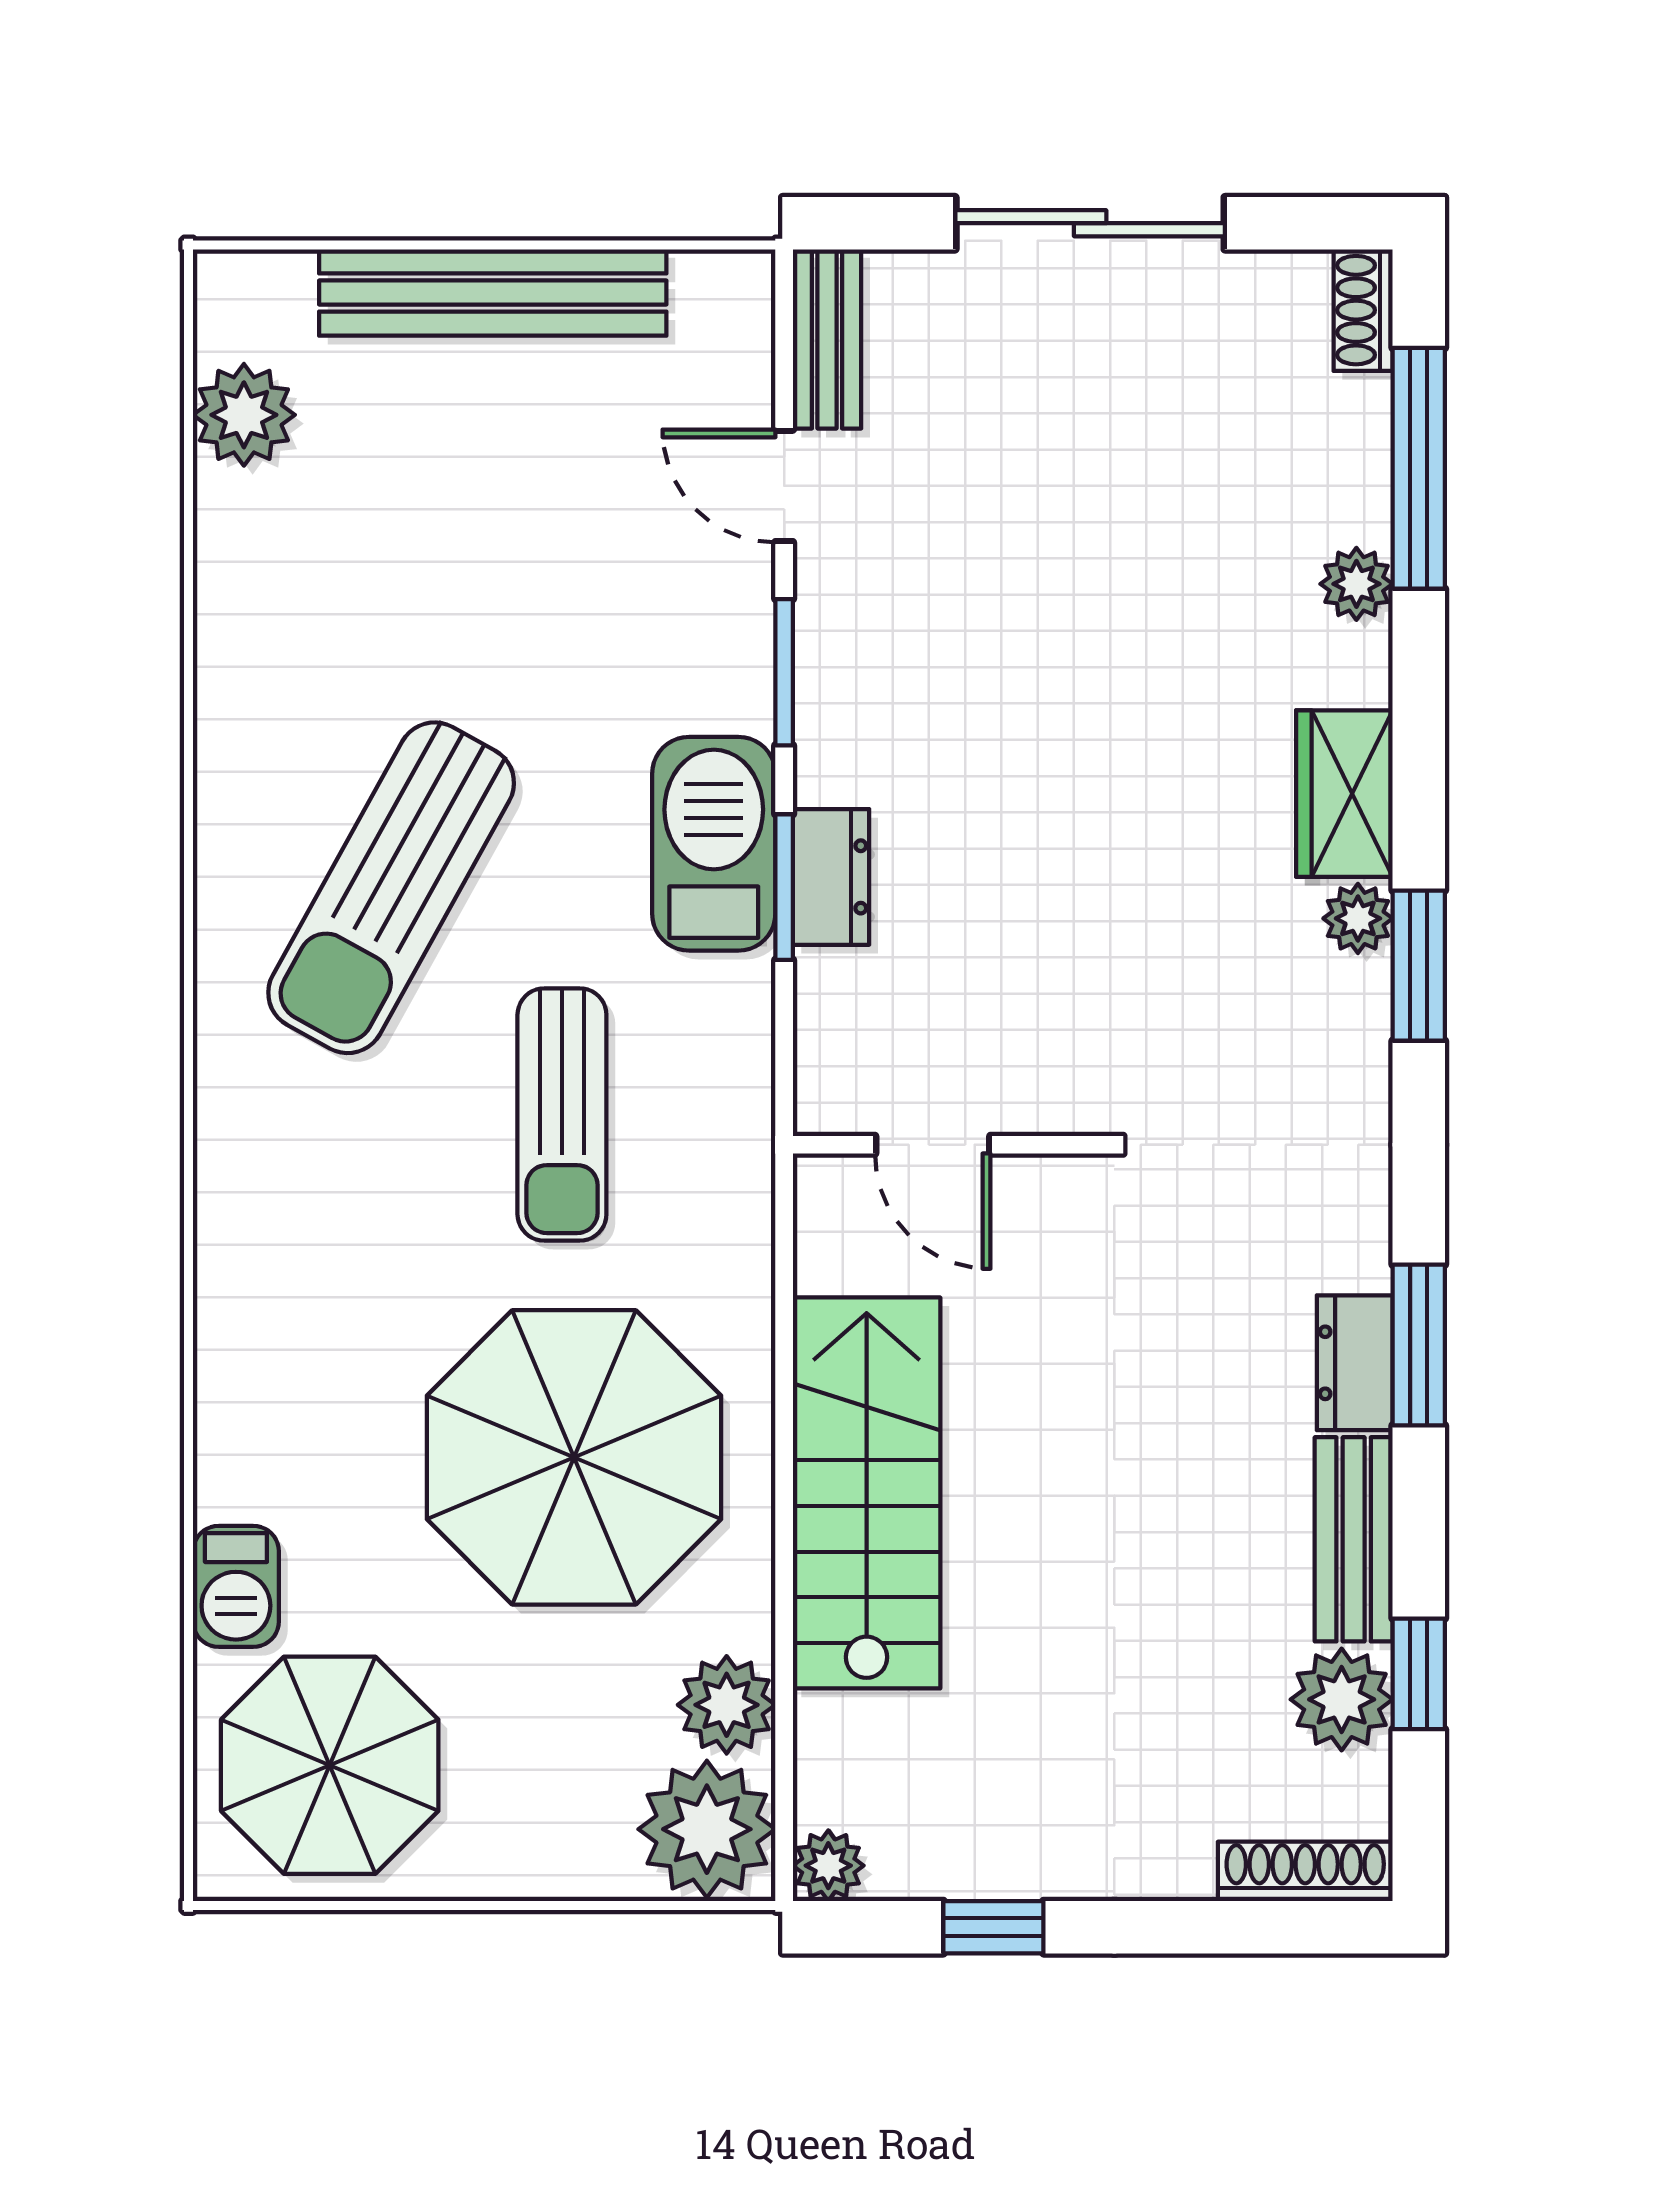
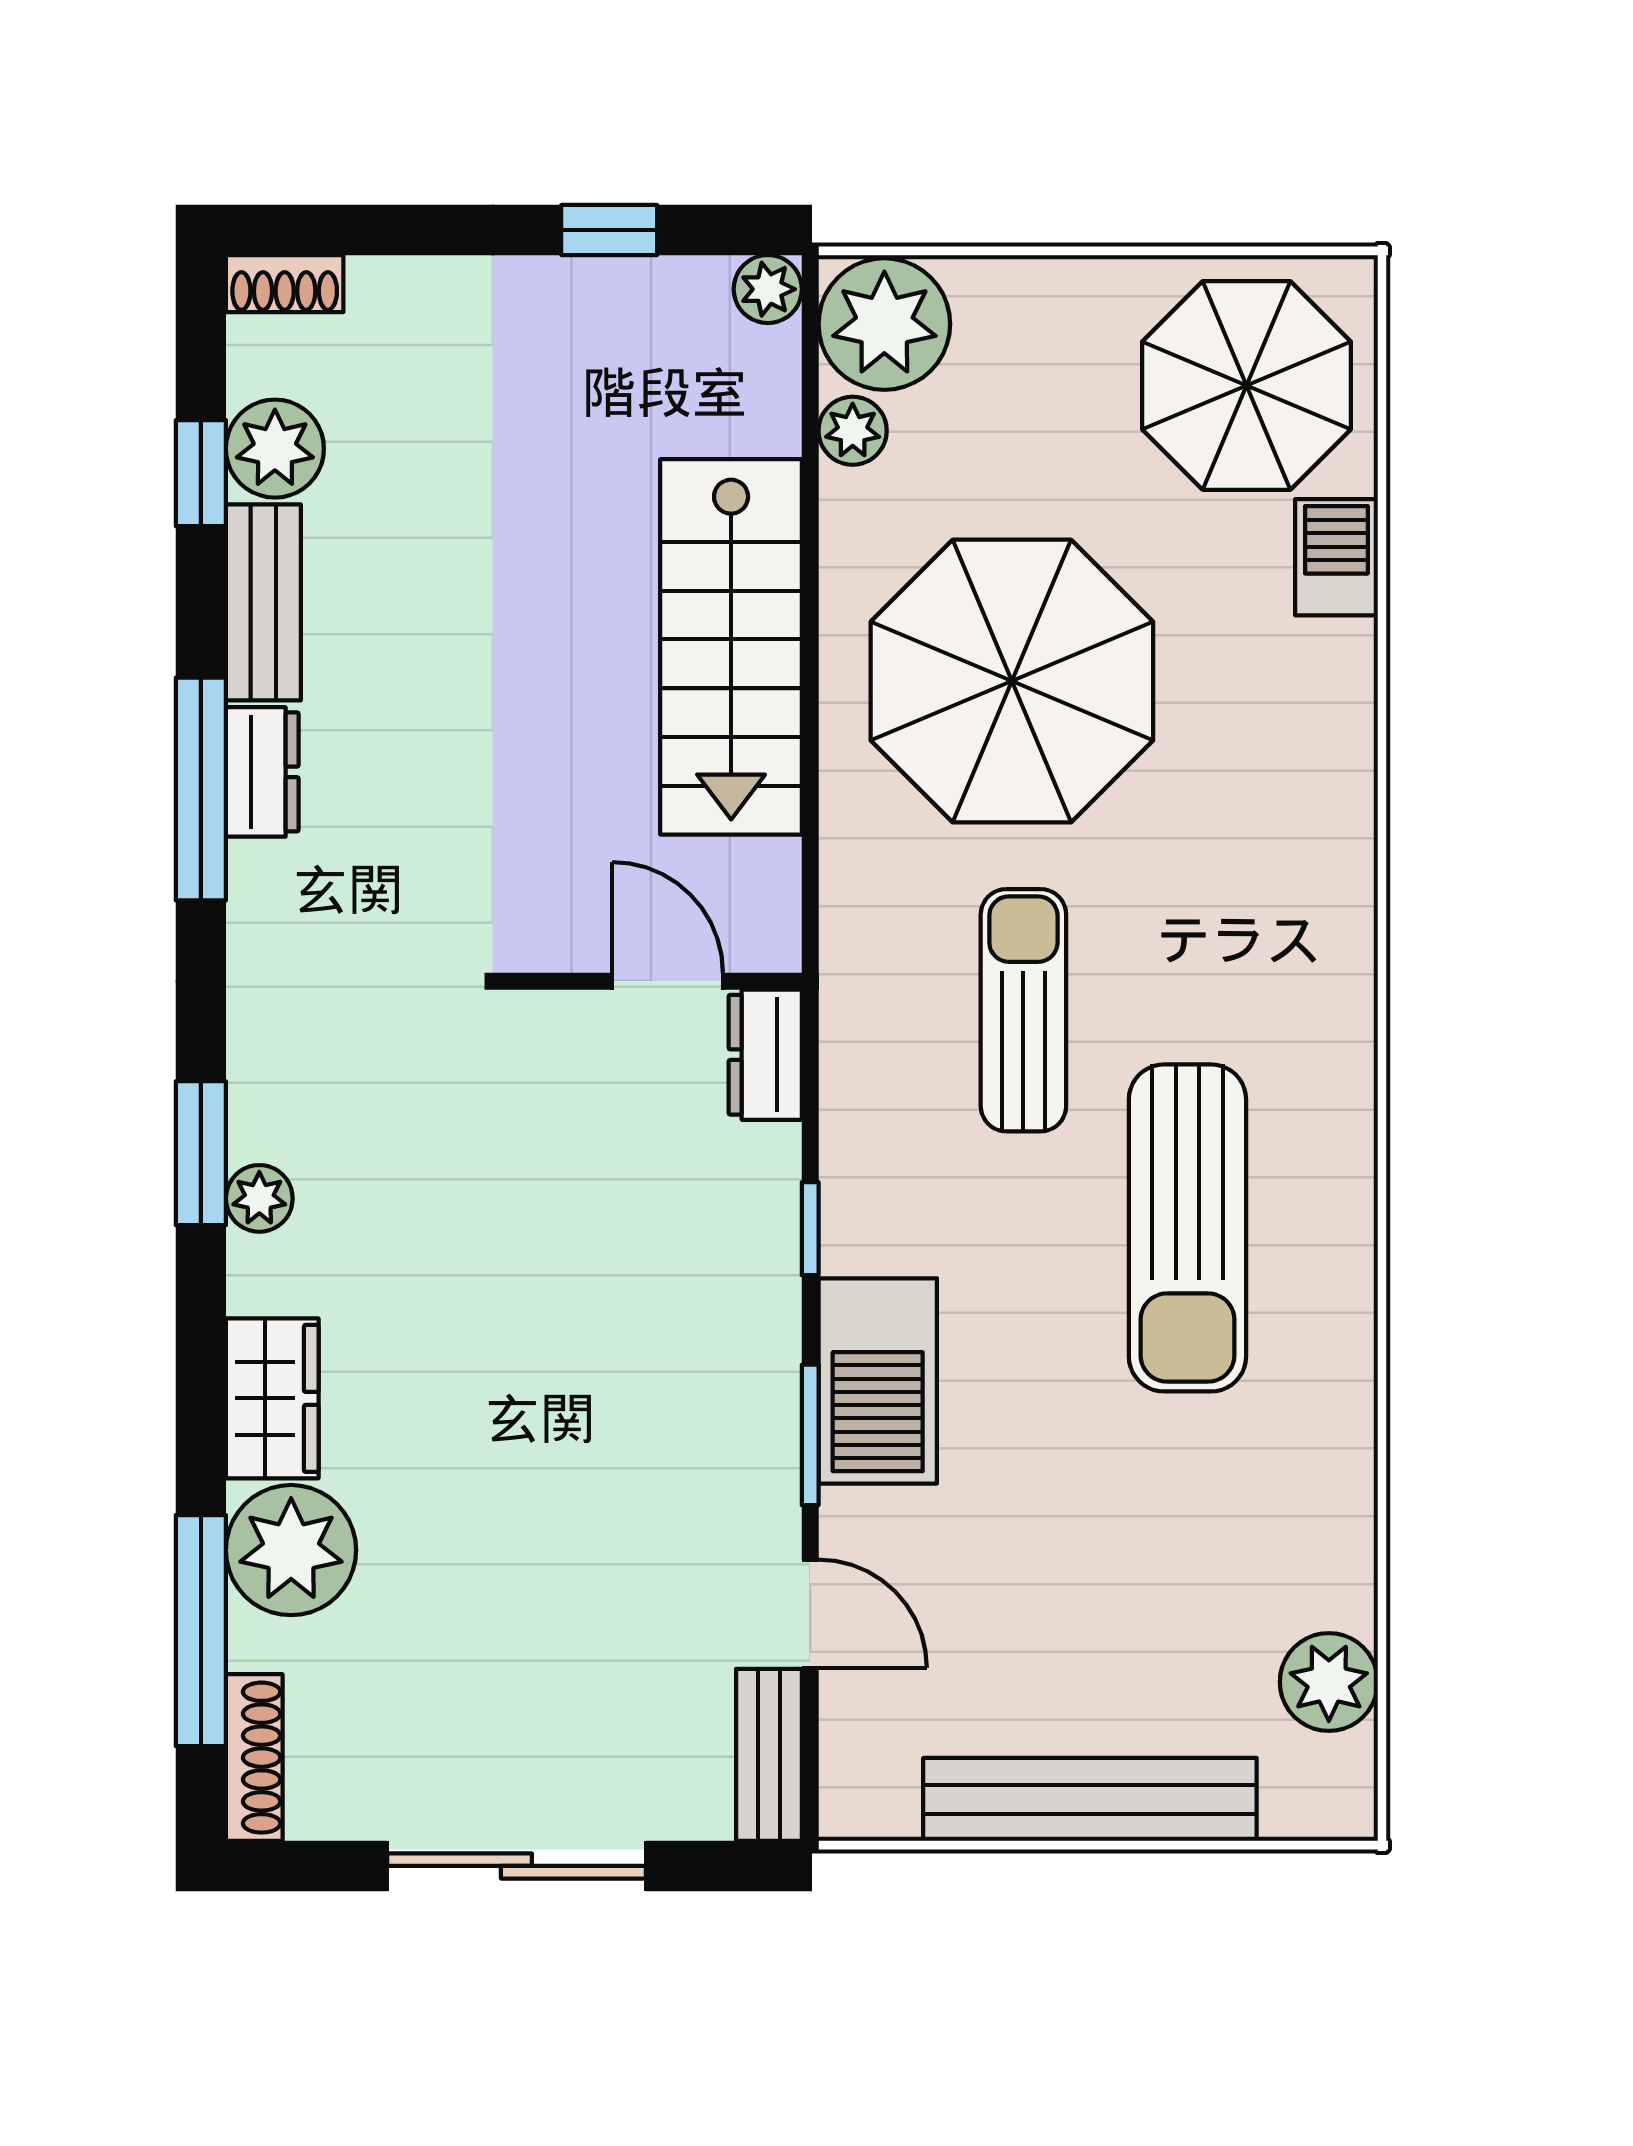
shoe rack: (1363, 310) -> (254, 1758), width x1.43
plant: (1356, 584) -> (291, 1550), width x1.87, depth x1.87
wardrobe: (1344, 794) -> (272, 1398), moved
barbecue: (714, 844) -> (878, 1381), moved
dresser: (831, 877) -> (765, 1055), moved
window: (784, 887) -> (810, 1229), width x0.67
sun lounger: (391, 888) -> (1187, 1228), turned 151
window: (1419, 1345) -> (201, 789), width x1.44
plant: (727, 1705) -> (853, 431), width x0.73, depth x0.73
shoe rack: (1305, 1871) -> (285, 284), width x0.70

